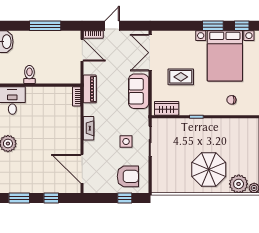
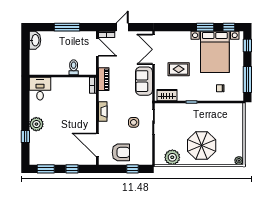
toilet: (29, 74) -> (74, 67), moved
armchair: (128, 176) -> (121, 152), moved
plant: (239, 184) -> (172, 157), moved

